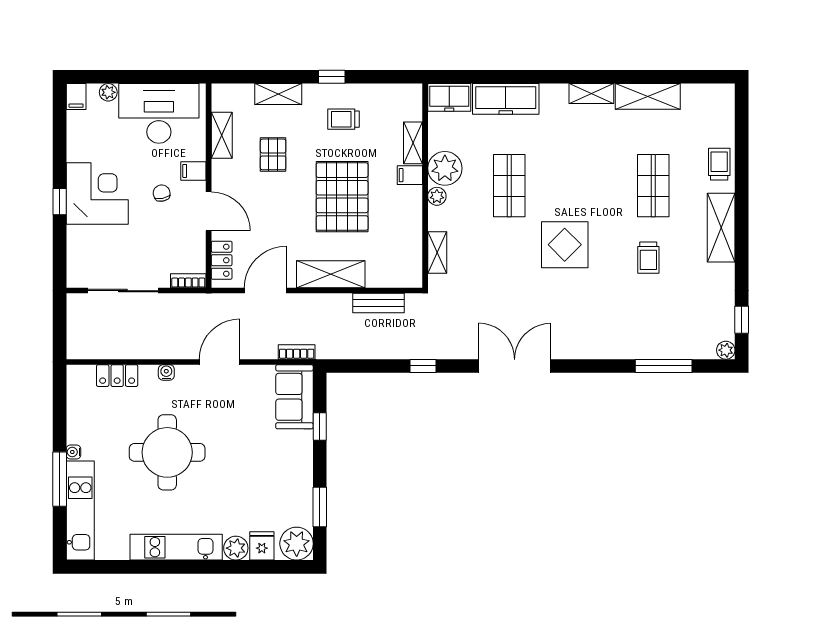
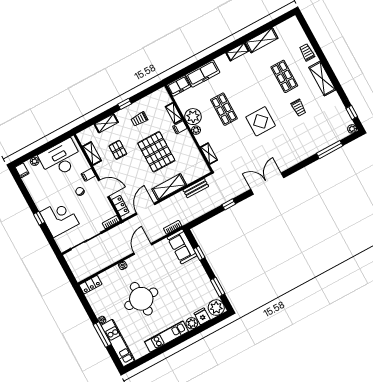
corner desk: (97, 193) -> (59, 218), moved
locker: (117, 376) -> (91, 285), moved

